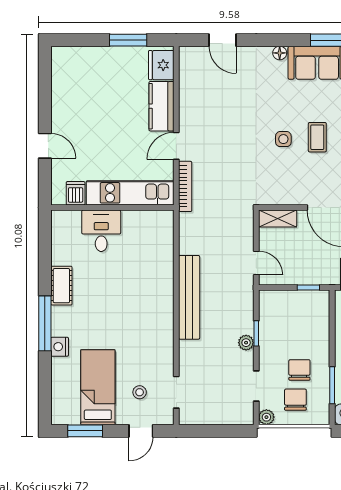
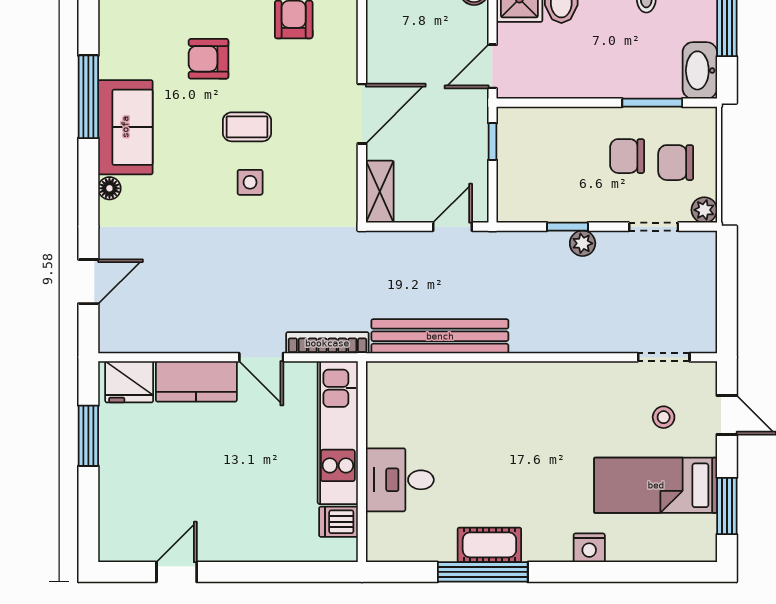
door: (45, 146) -> (177, 572), moved
bench: (189, 297) -> (440, 336), moved
window: (45, 323) -> (483, 572), moved

